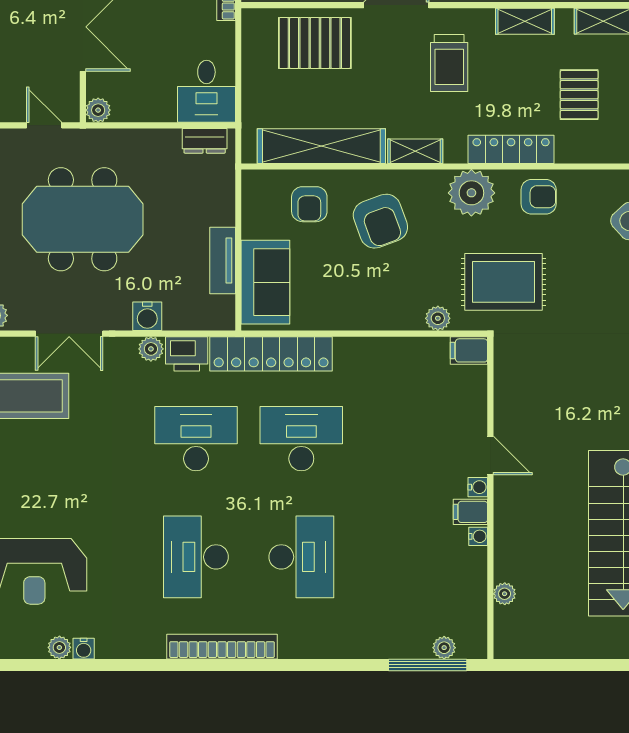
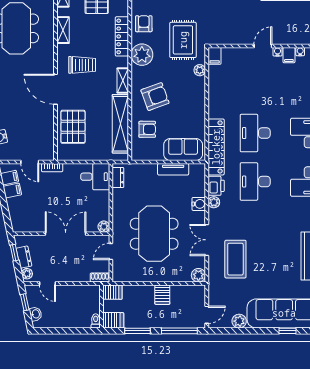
double door: (69, 334) -> (207, 240), swing flipped

